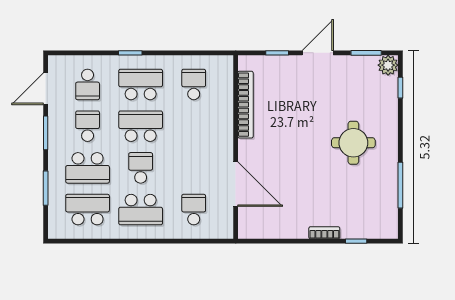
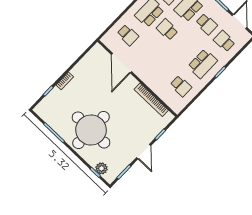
plant: (388, 65) -> (101, 168), moved
school desk: (141, 126) -> (185, 47), removed
round table: (353, 143) -> (91, 130), width x1.86, depth x1.86
school desk: (141, 168) -> (167, 30), turned 180
door: (236, 184) -> (122, 63), hinge flipped

